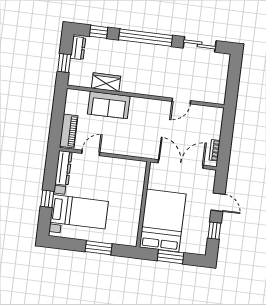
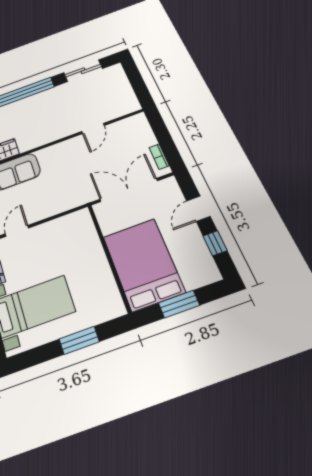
door: (218, 202) -> (198, 209), swing flipped

